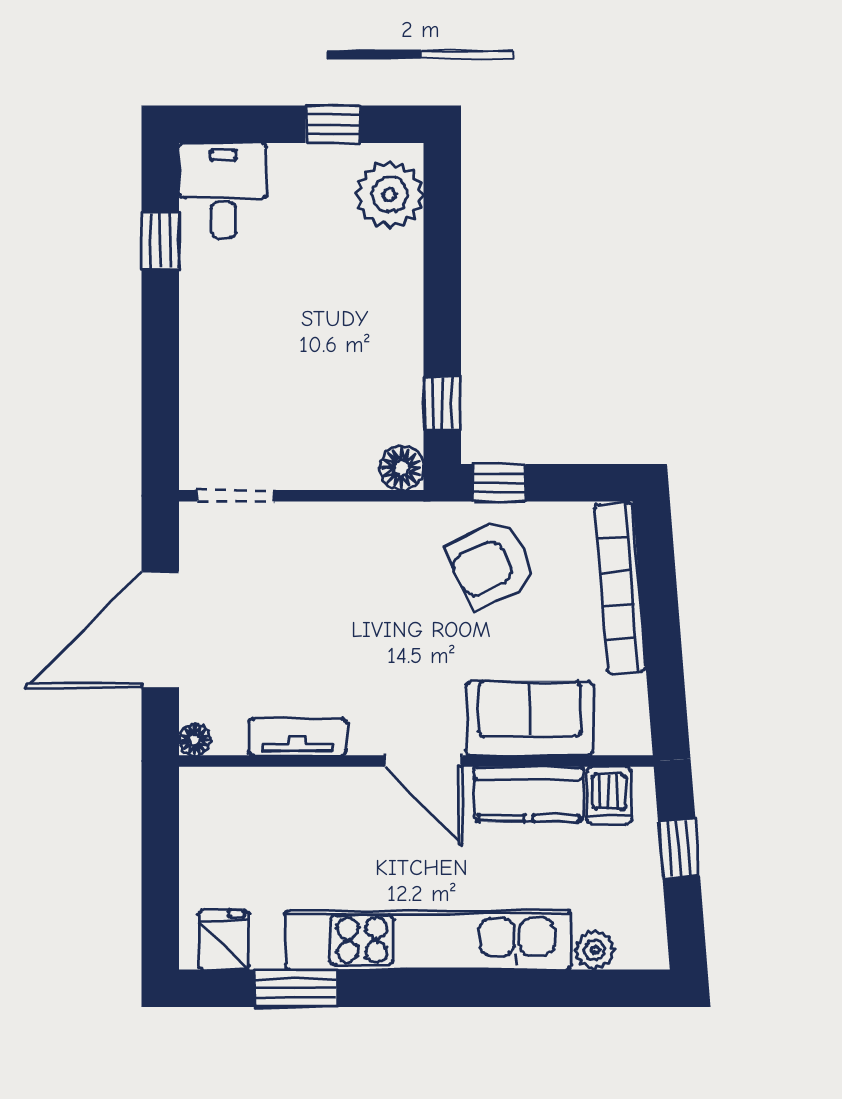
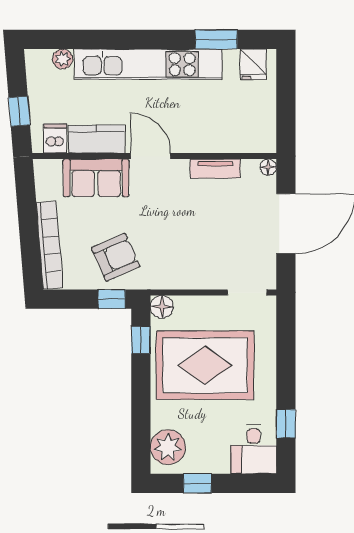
rug: (318, 354) -> (205, 365), added

